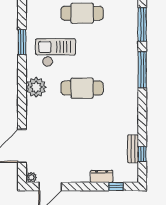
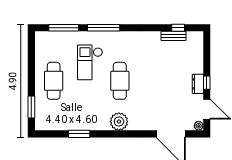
checkout: (56, 53) -> (90, 62), moved
dresser: (102, 176) -> (198, 84), moved
window: (116, 187) -> (207, 83), moved

